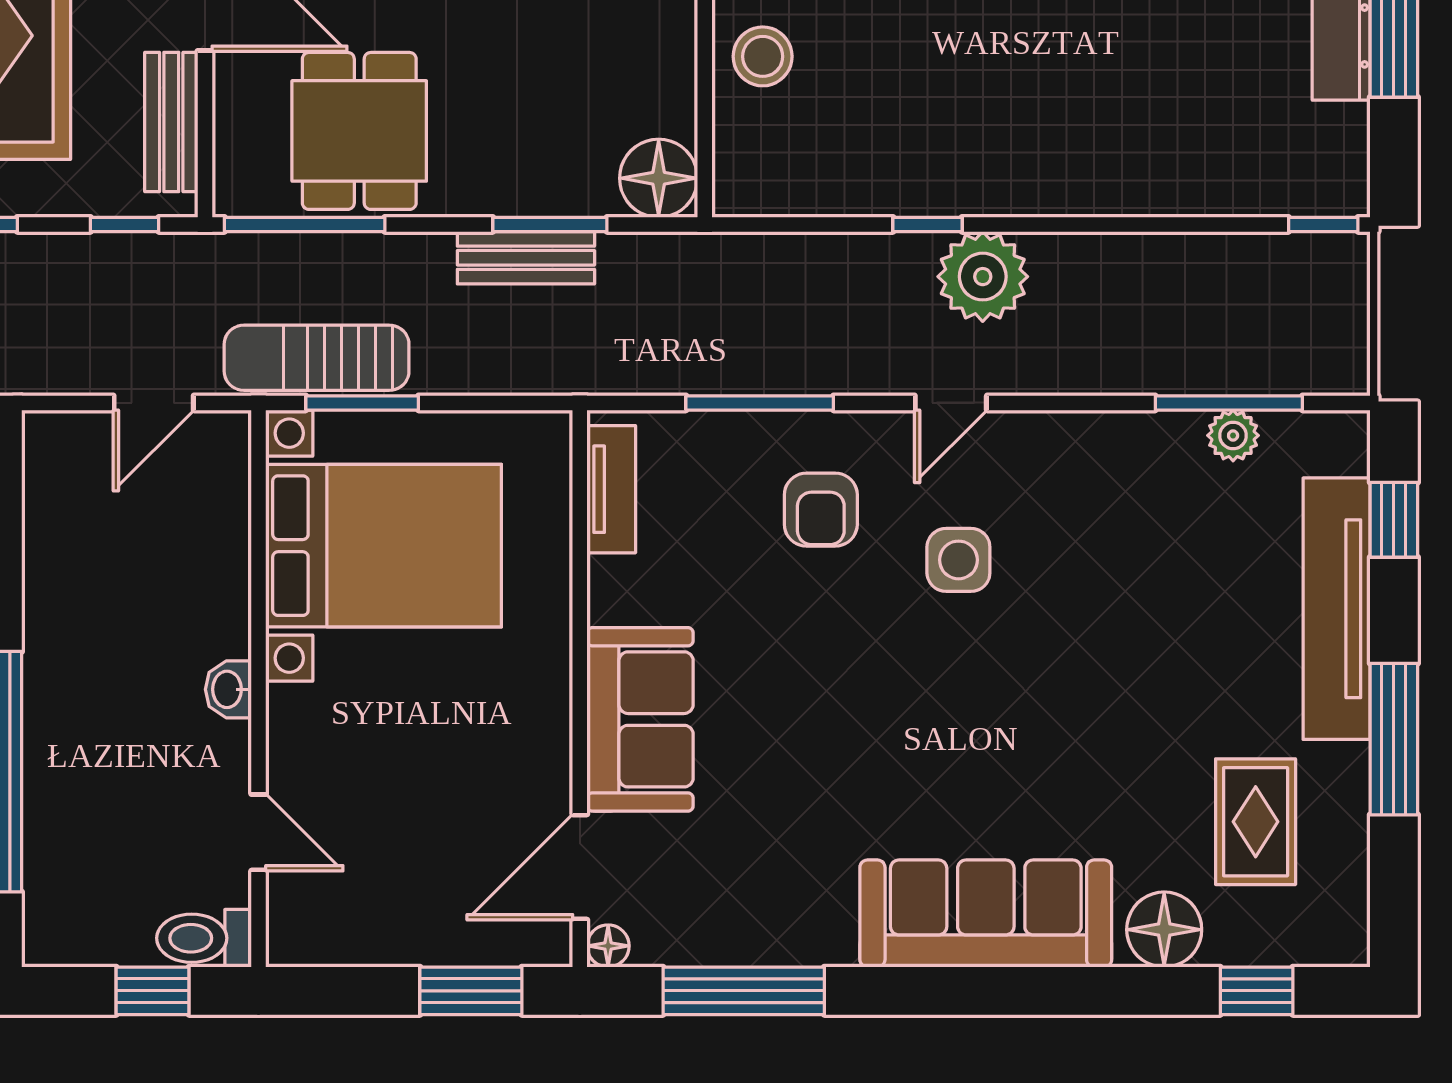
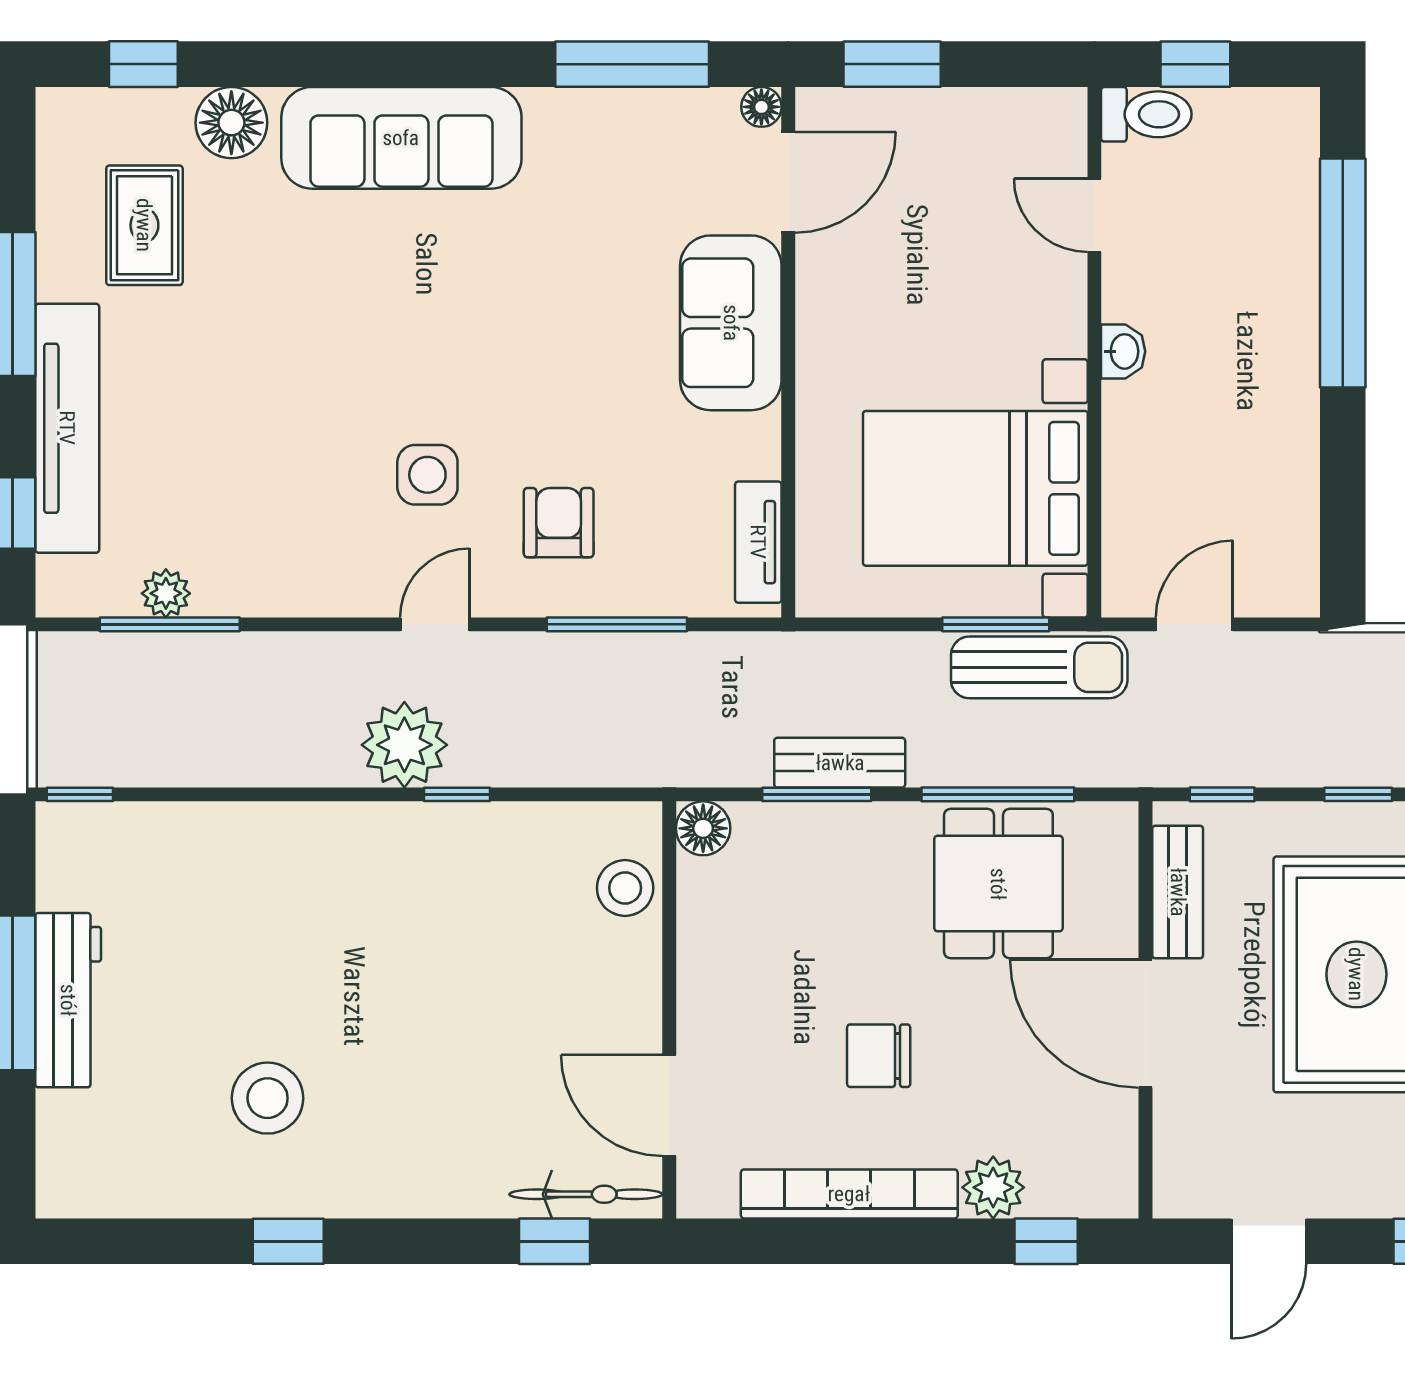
stool: (763, 56) -> (625, 888), moved
floor lamp: (659, 178) -> (703, 828), width x0.73, depth x0.73
window: (305, 224) -> (998, 794), moved

